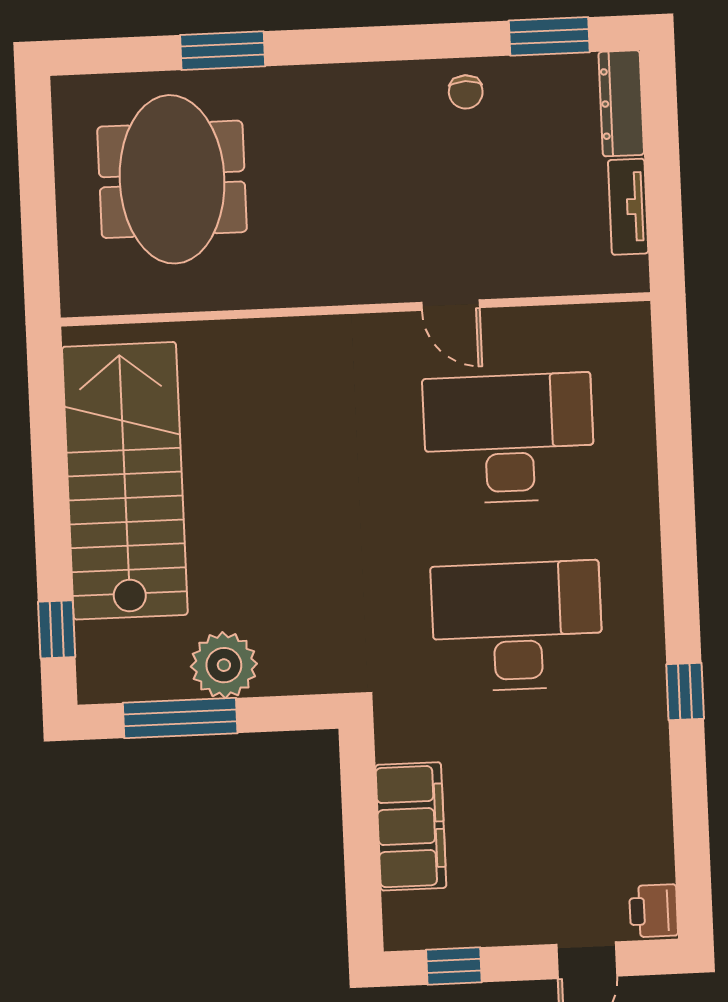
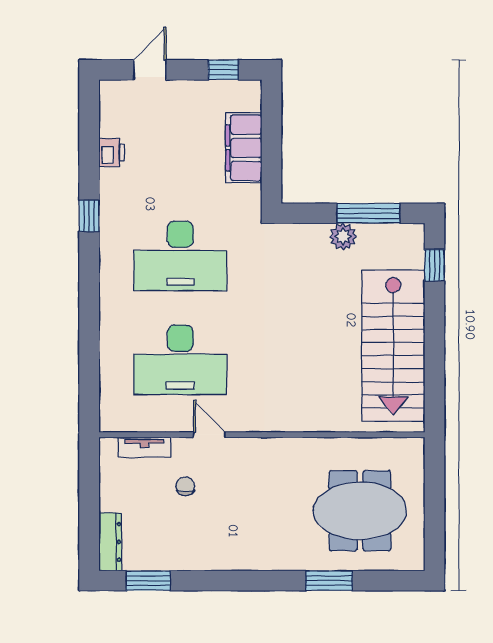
chair: (466, 92) -> (185, 486), moved
meeting table: (172, 179) -> (360, 511), turned 90
tv unit: (628, 207) -> (144, 447), moved, turned 90
plant: (224, 665) -> (343, 237), width x0.73, depth x0.73
printer: (654, 911) -> (112, 152), moved

